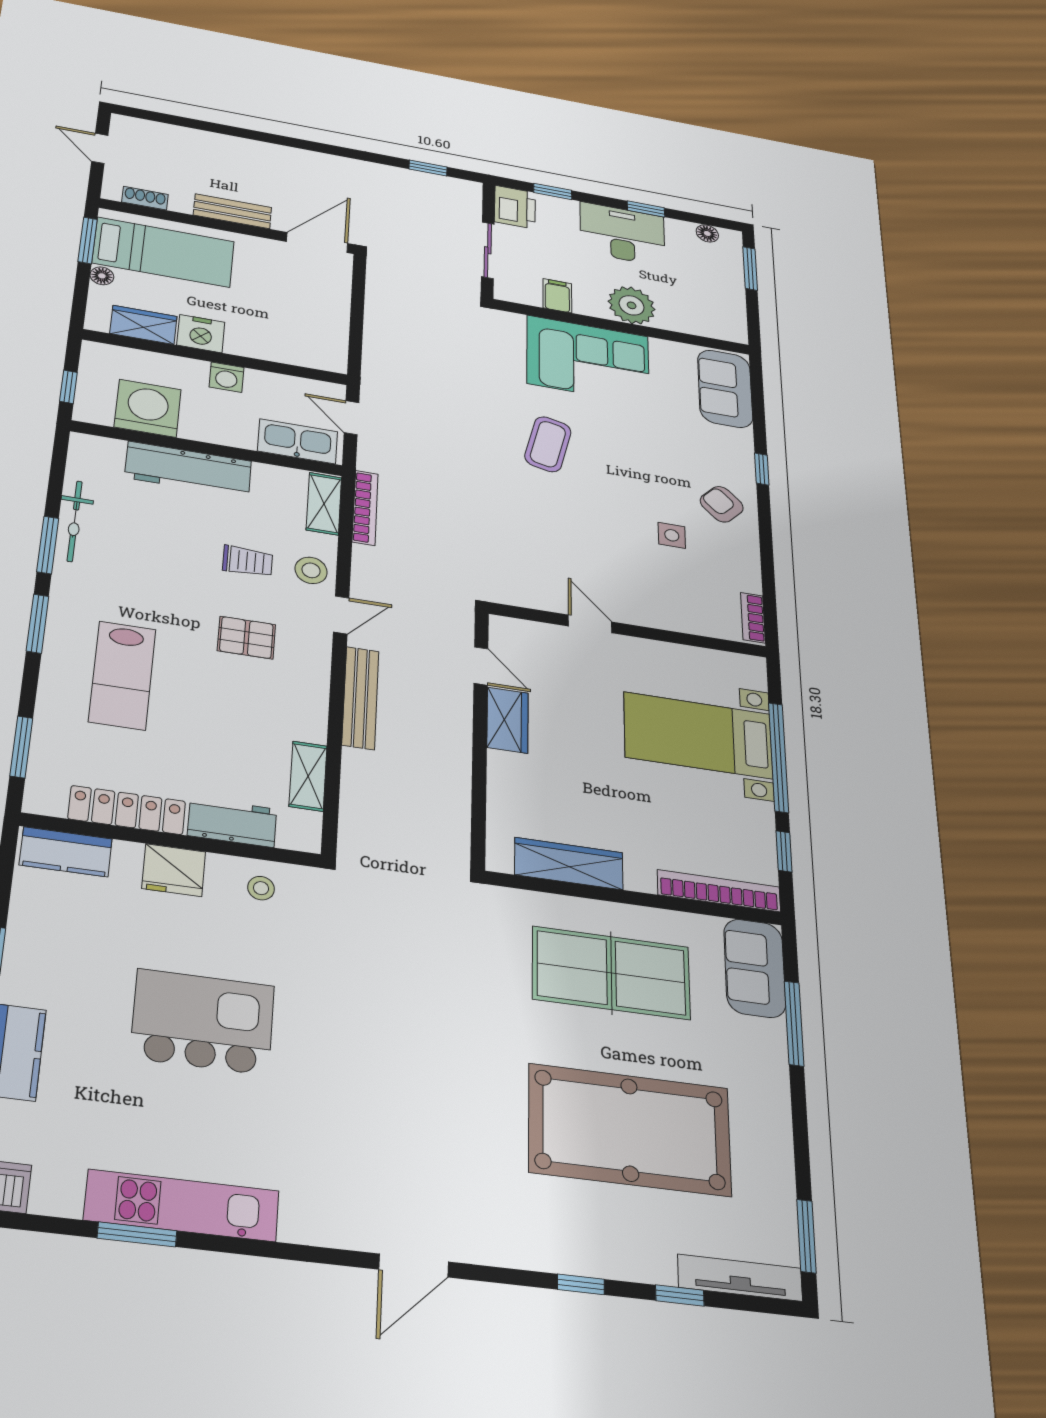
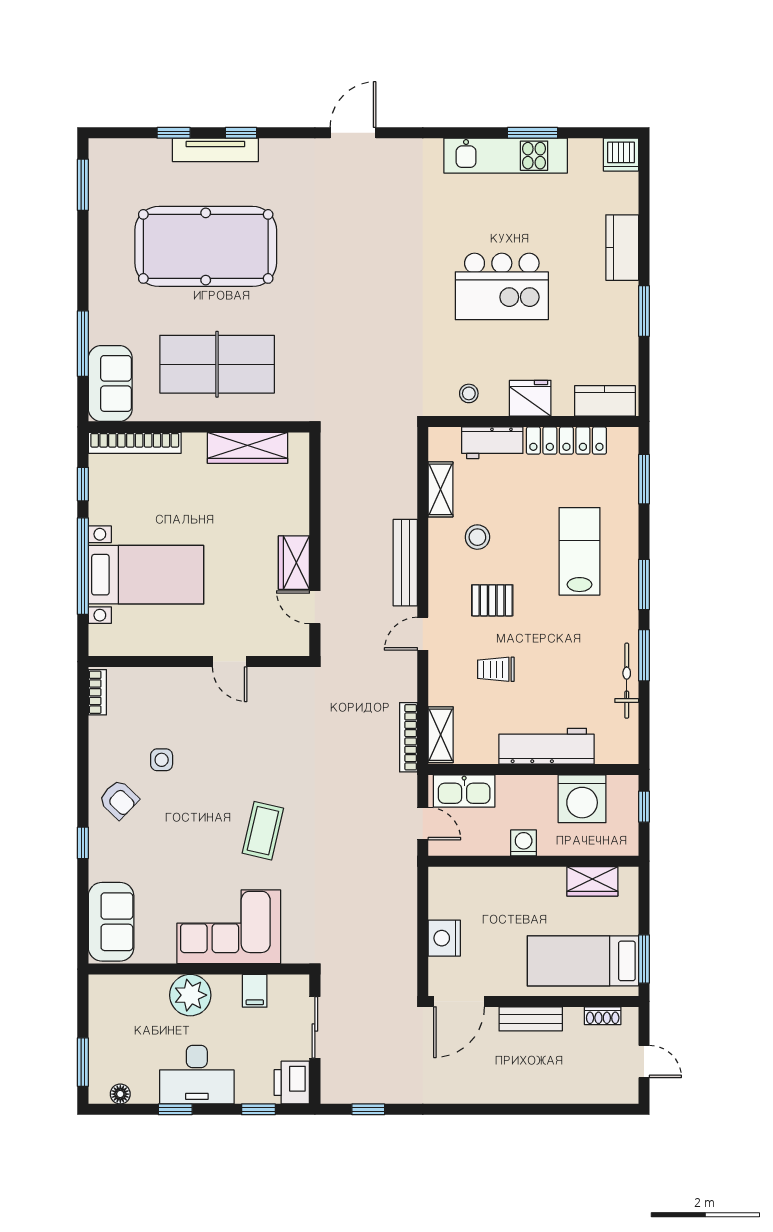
floor lamp: (102, 276) -> (629, 924), removed
nightstand: (201, 334) -> (444, 938), moved, turned -90
stool: (311, 570) -> (477, 537), moved
tv unit: (740, 1278) -> (215, 150), moved

